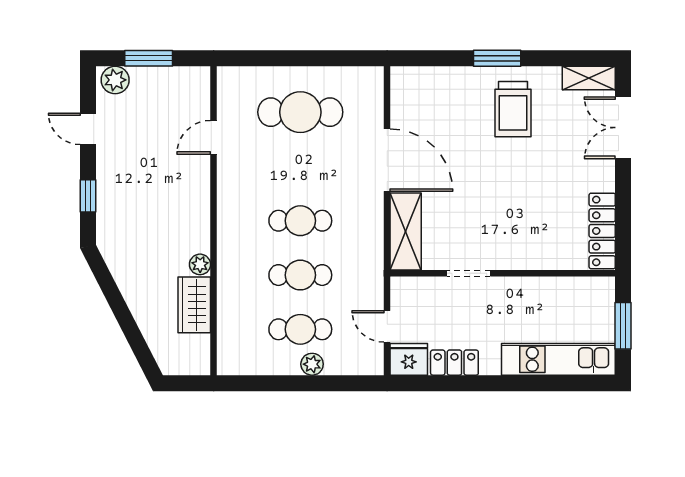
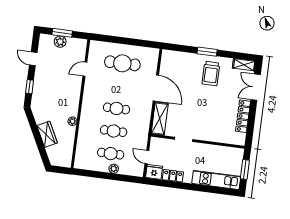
plant: (115, 80) -> (60, 42), moved
locker: (602, 231) -> (243, 116), moved
wardrobe: (194, 305) -> (47, 134), moved, turned 153

